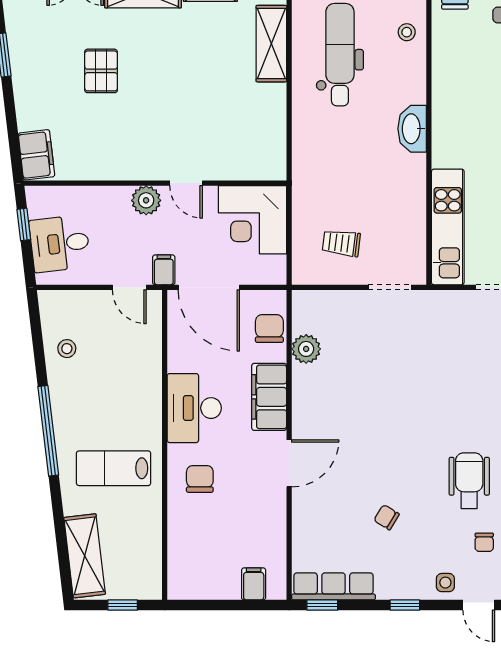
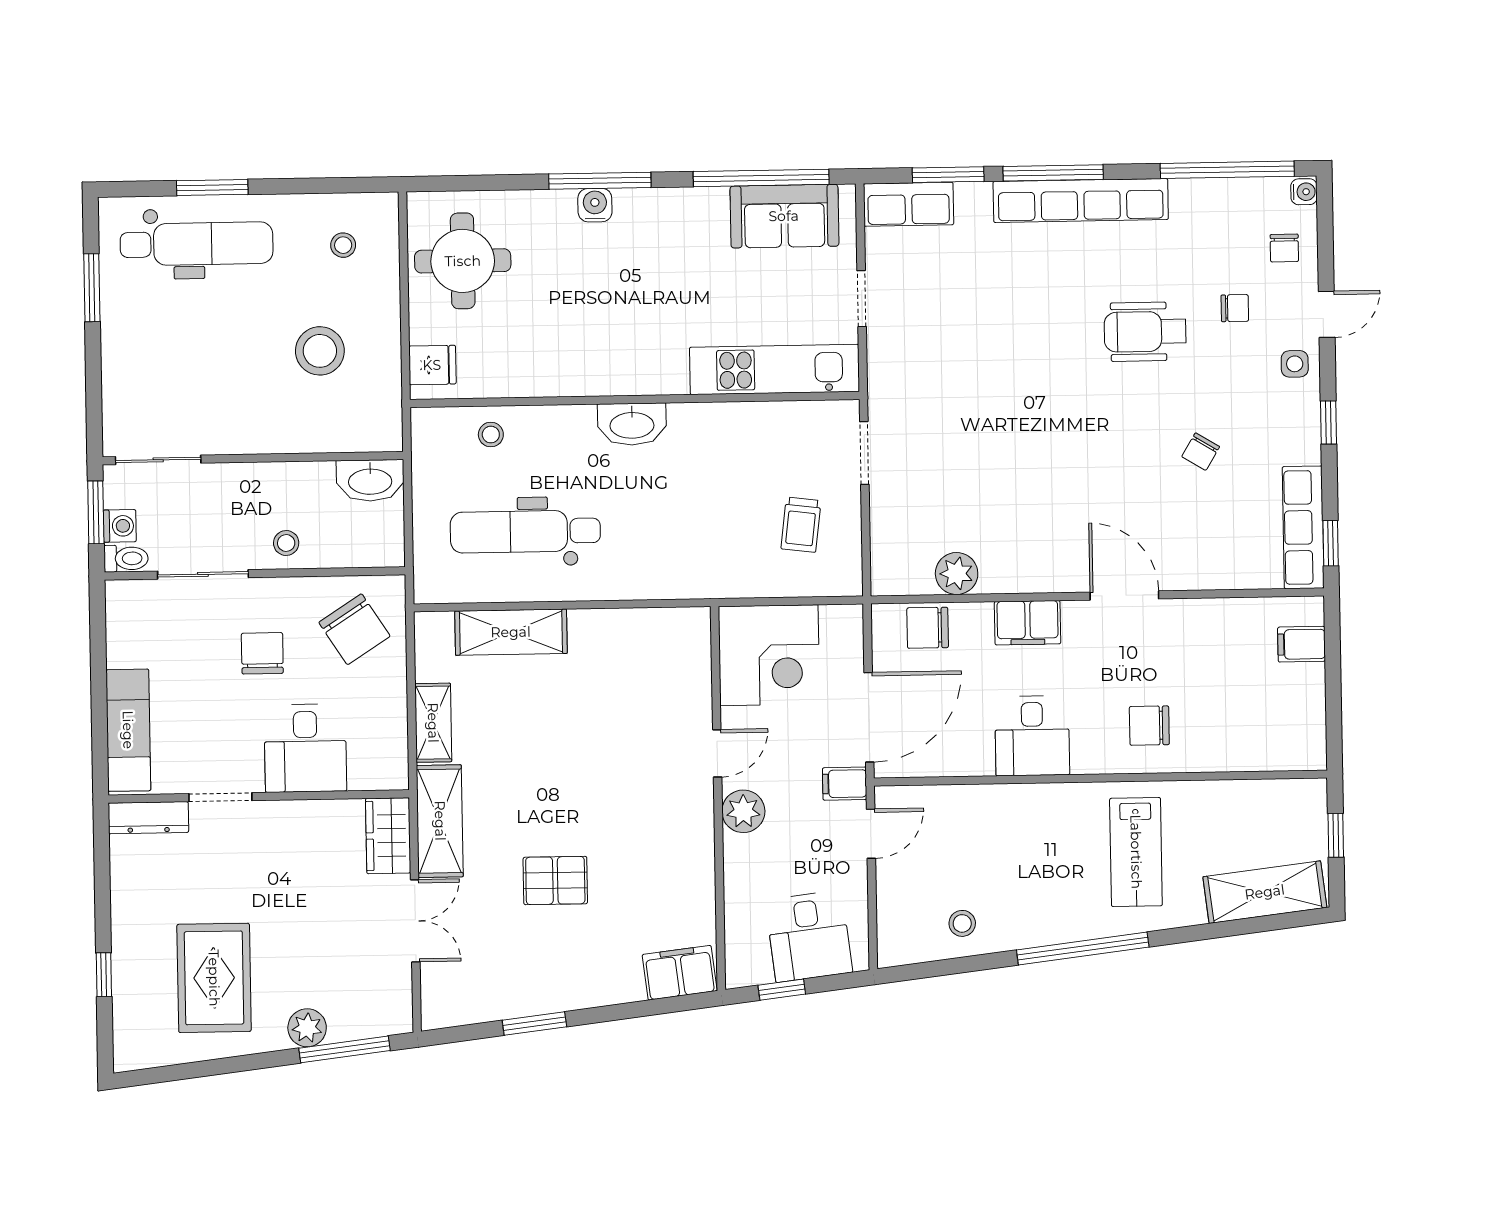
filing cabinet: (269, 397) -> (1028, 623), width x0.67, depth x0.86
desk: (194, 408) -> (1032, 736), width x0.73

